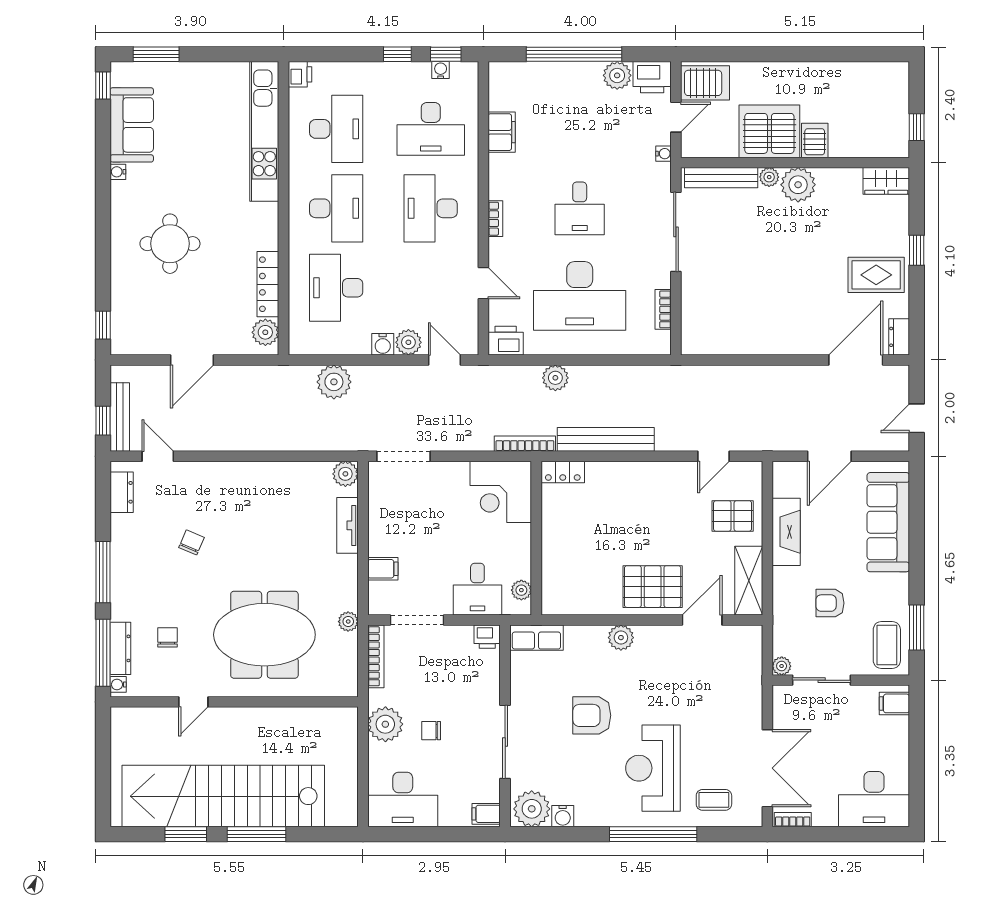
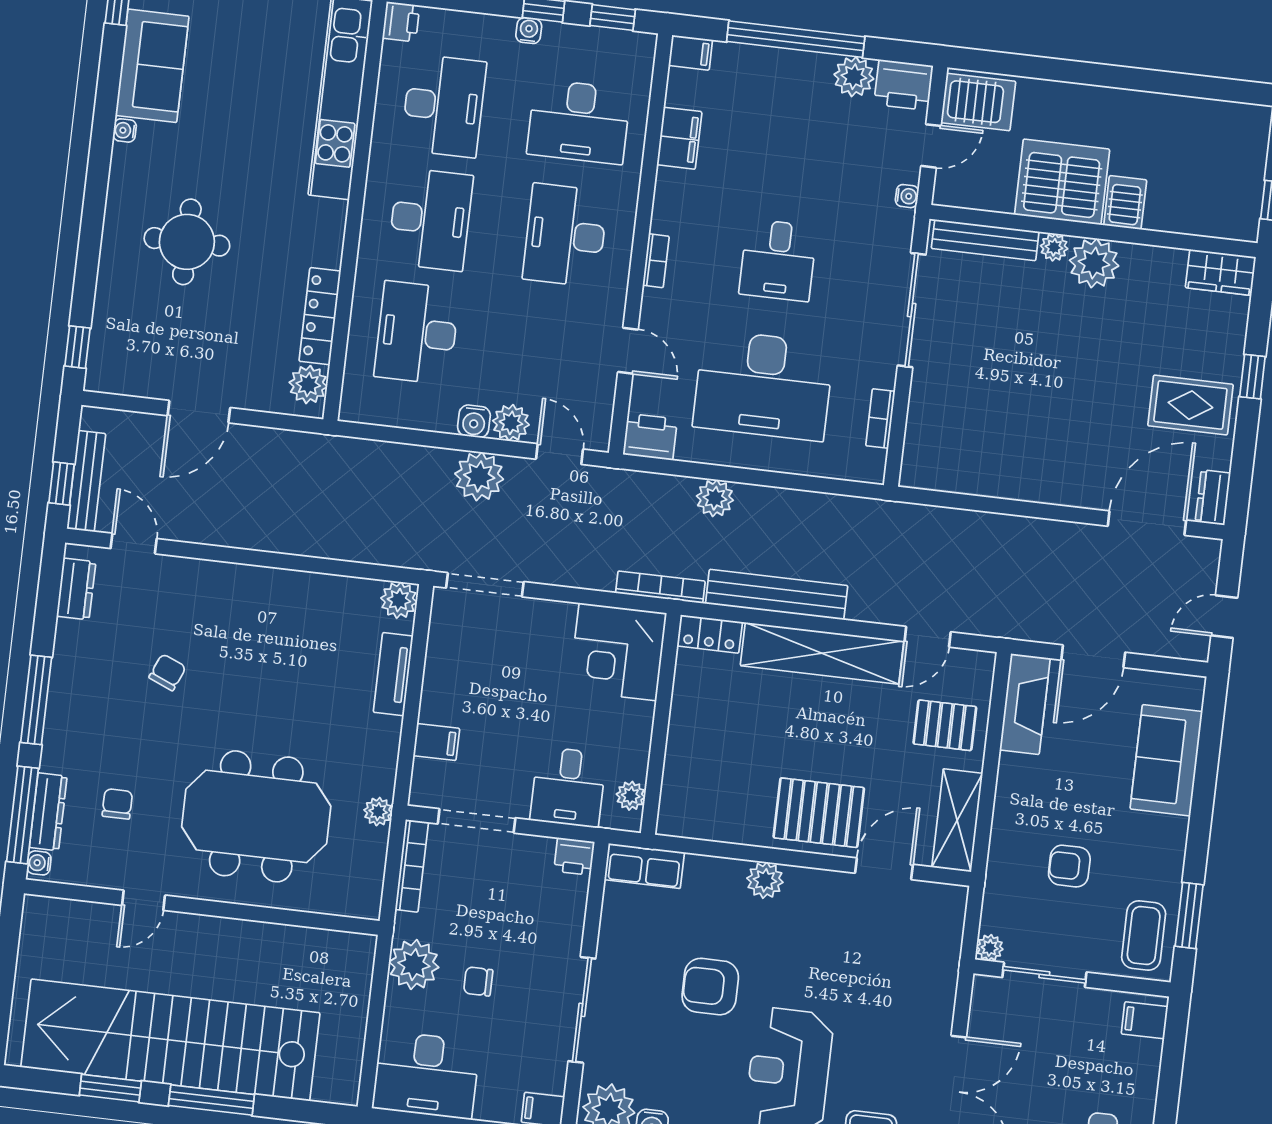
water cooler: (441, 70) -> (529, 31), moved
filing cabinet: (502, 72) -> (691, 53), added
plant: (334, 382) -> (479, 476), moved
shelving: (642, 476) -> (822, 653), added
sofa: (888, 522) -> (1166, 760), width x0.73
fireplace: (786, 532) -> (1025, 704), moved

